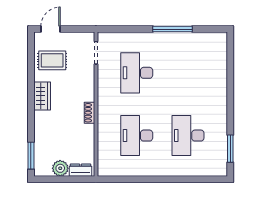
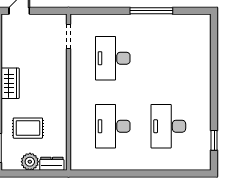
rug: (52, 60) -> (28, 128), moved
shoe rack: (89, 113) -> (61, 102), removed
window: (230, 149) -> (214, 140), width x0.67

